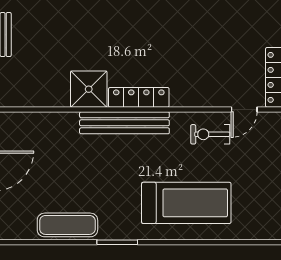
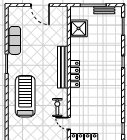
shower: (89, 89) -> (79, 28), moved
treadmill: (186, 203) -> (25, 96), turned 180

